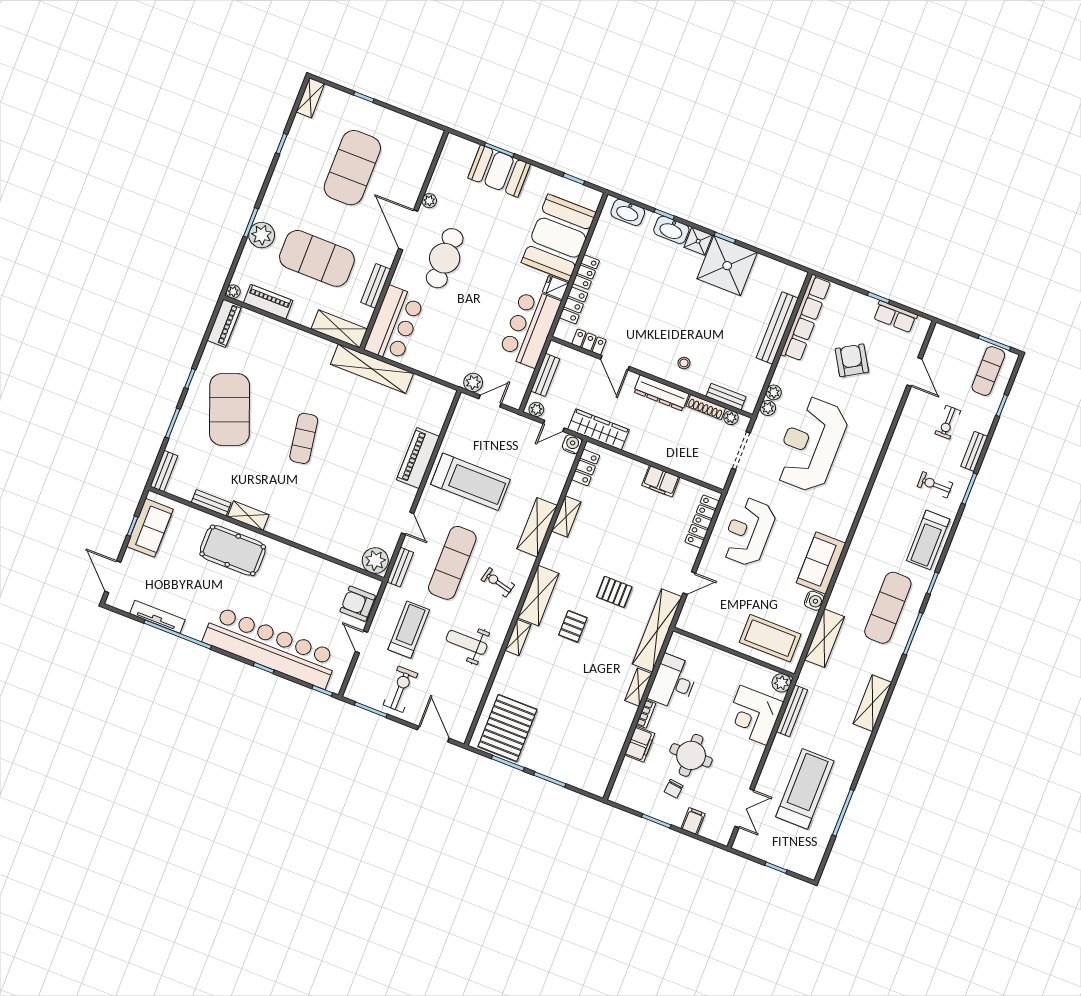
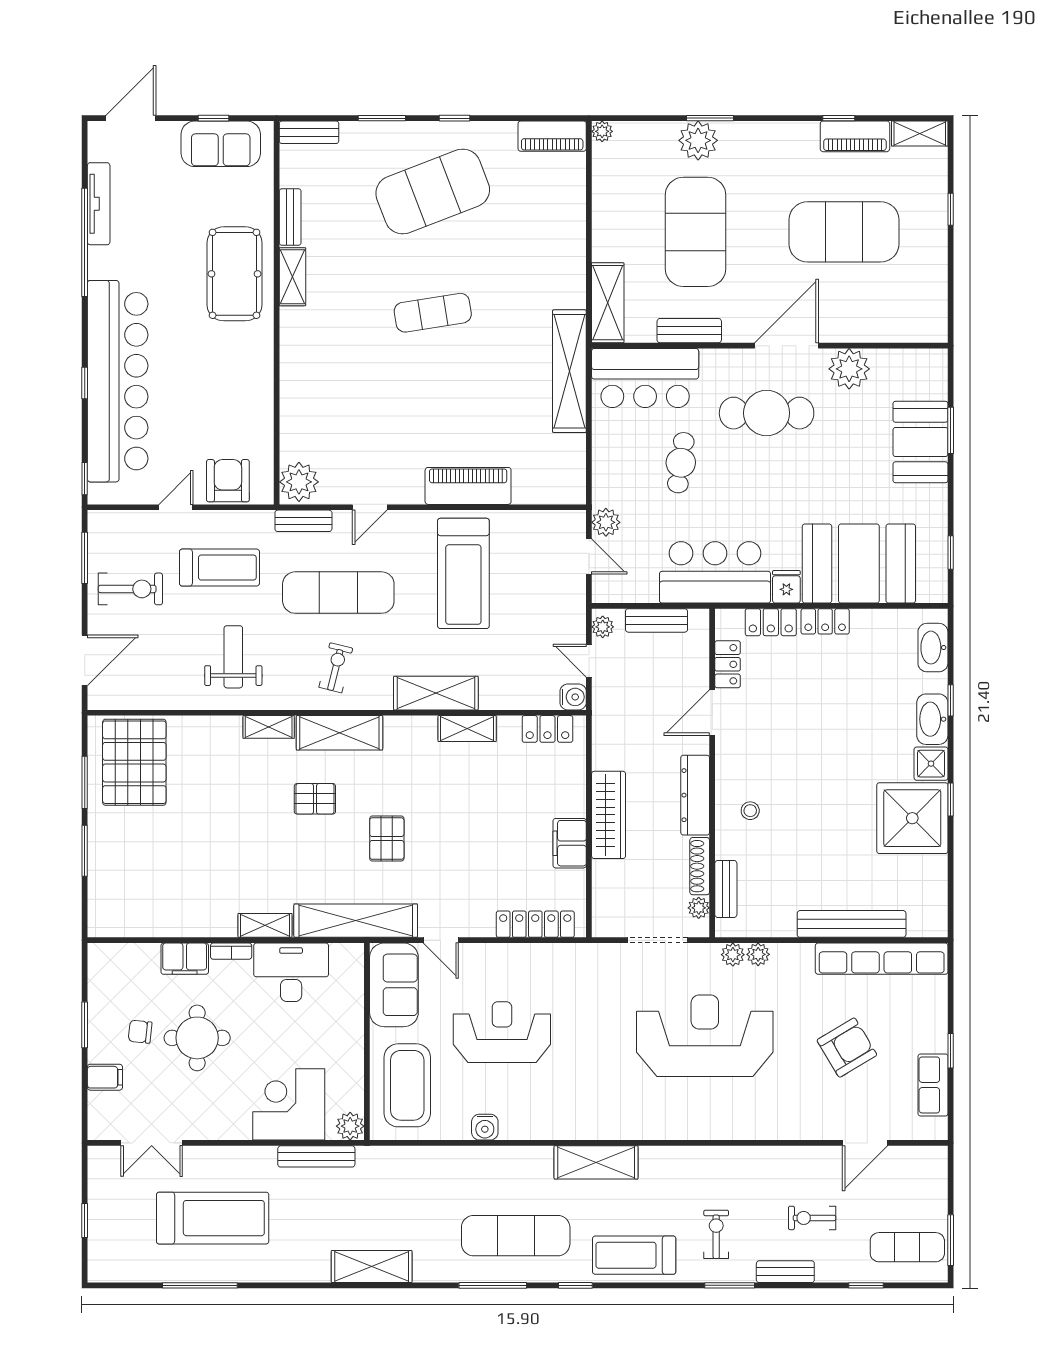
plant: (429, 201) -> (849, 369), width x1.88, depth x1.88
piano: (268, 302) -> (855, 136), moved, turned 90
cafe table: (455, 322) -> (681, 463), added
wardrobe: (598, 429) -> (609, 815), moved
reception desk: (748, 532) -> (502, 1032), moved
sofa: (821, 563) -> (394, 985), moved, turned 90
shelving: (824, 638) -> (596, 1162), moved
pallet: (507, 728) -> (134, 762), turned 90

